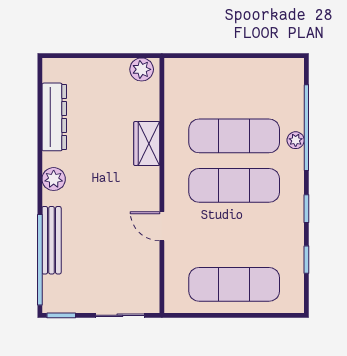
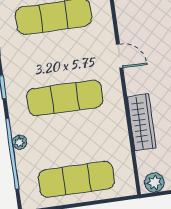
exercise mat: (234, 136) -> (76, 179), moved
wardrobe: (147, 144) -> (142, 122), width x1.50

